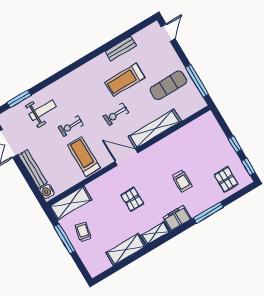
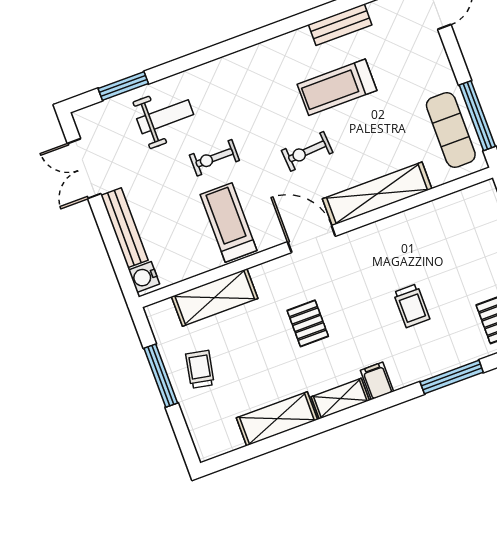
exercise mat: (168, 85) -> (451, 130), moved, turned 90
shelving: (70, 203) -> (215, 297), moved
filing cabinet: (177, 218) -> (377, 381), width x0.50

